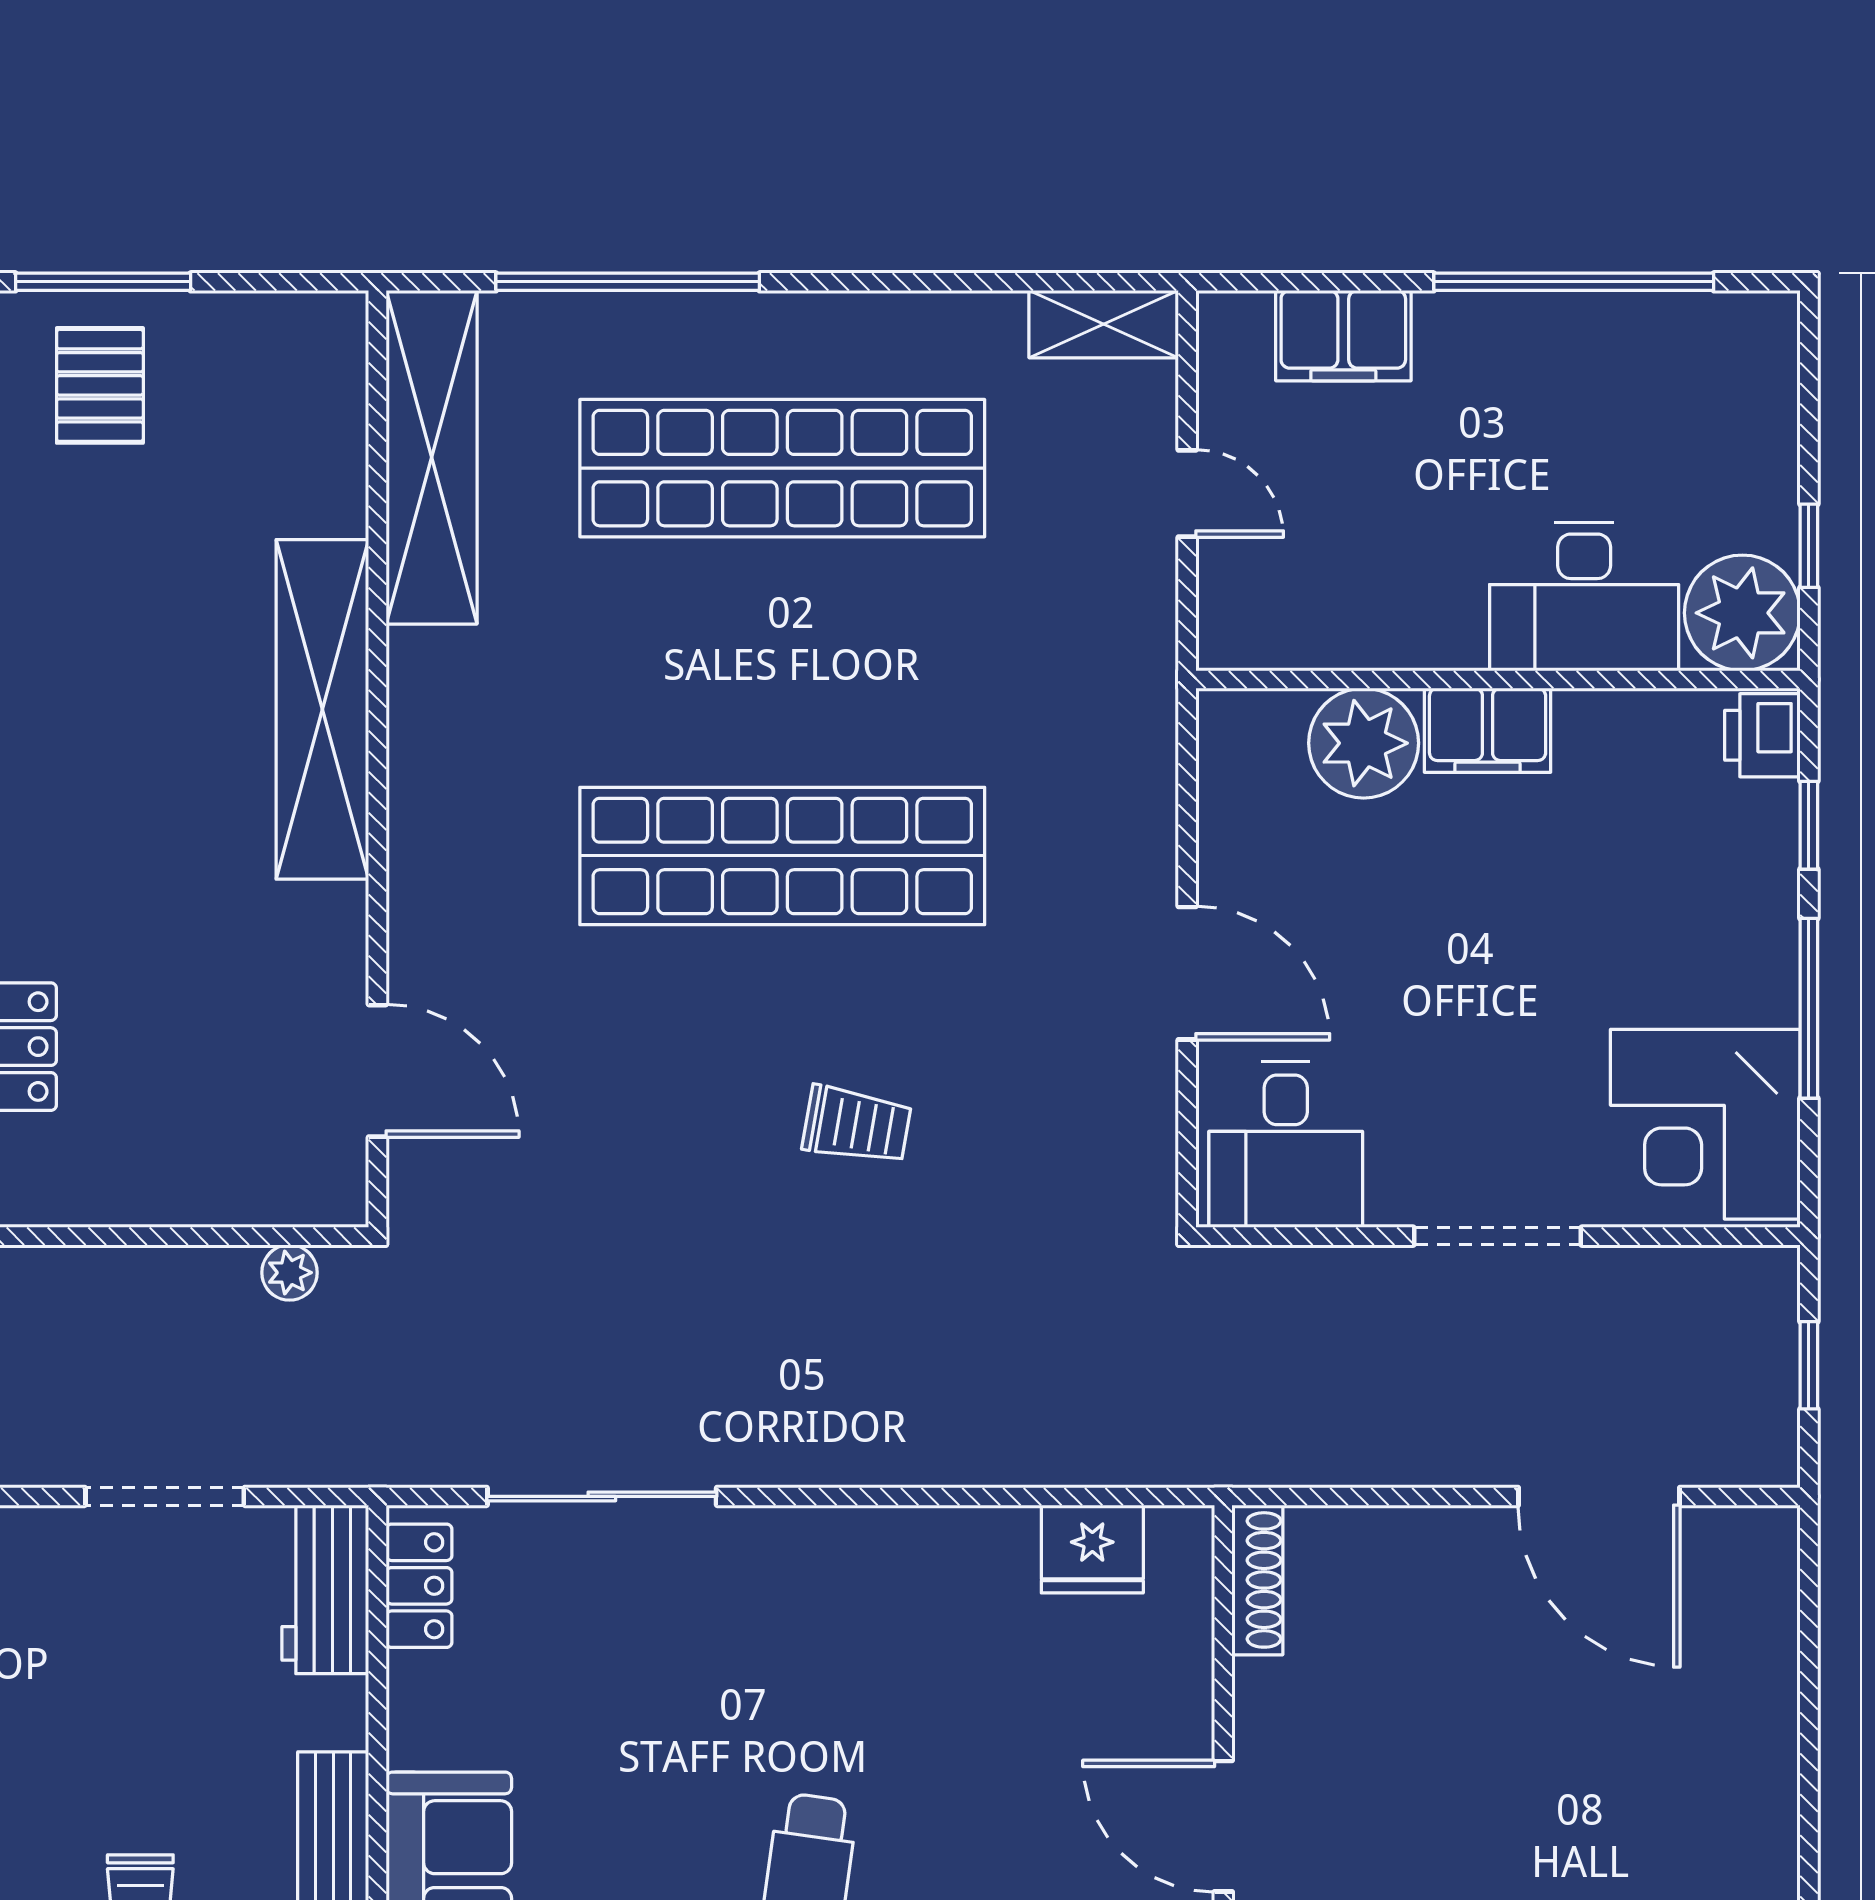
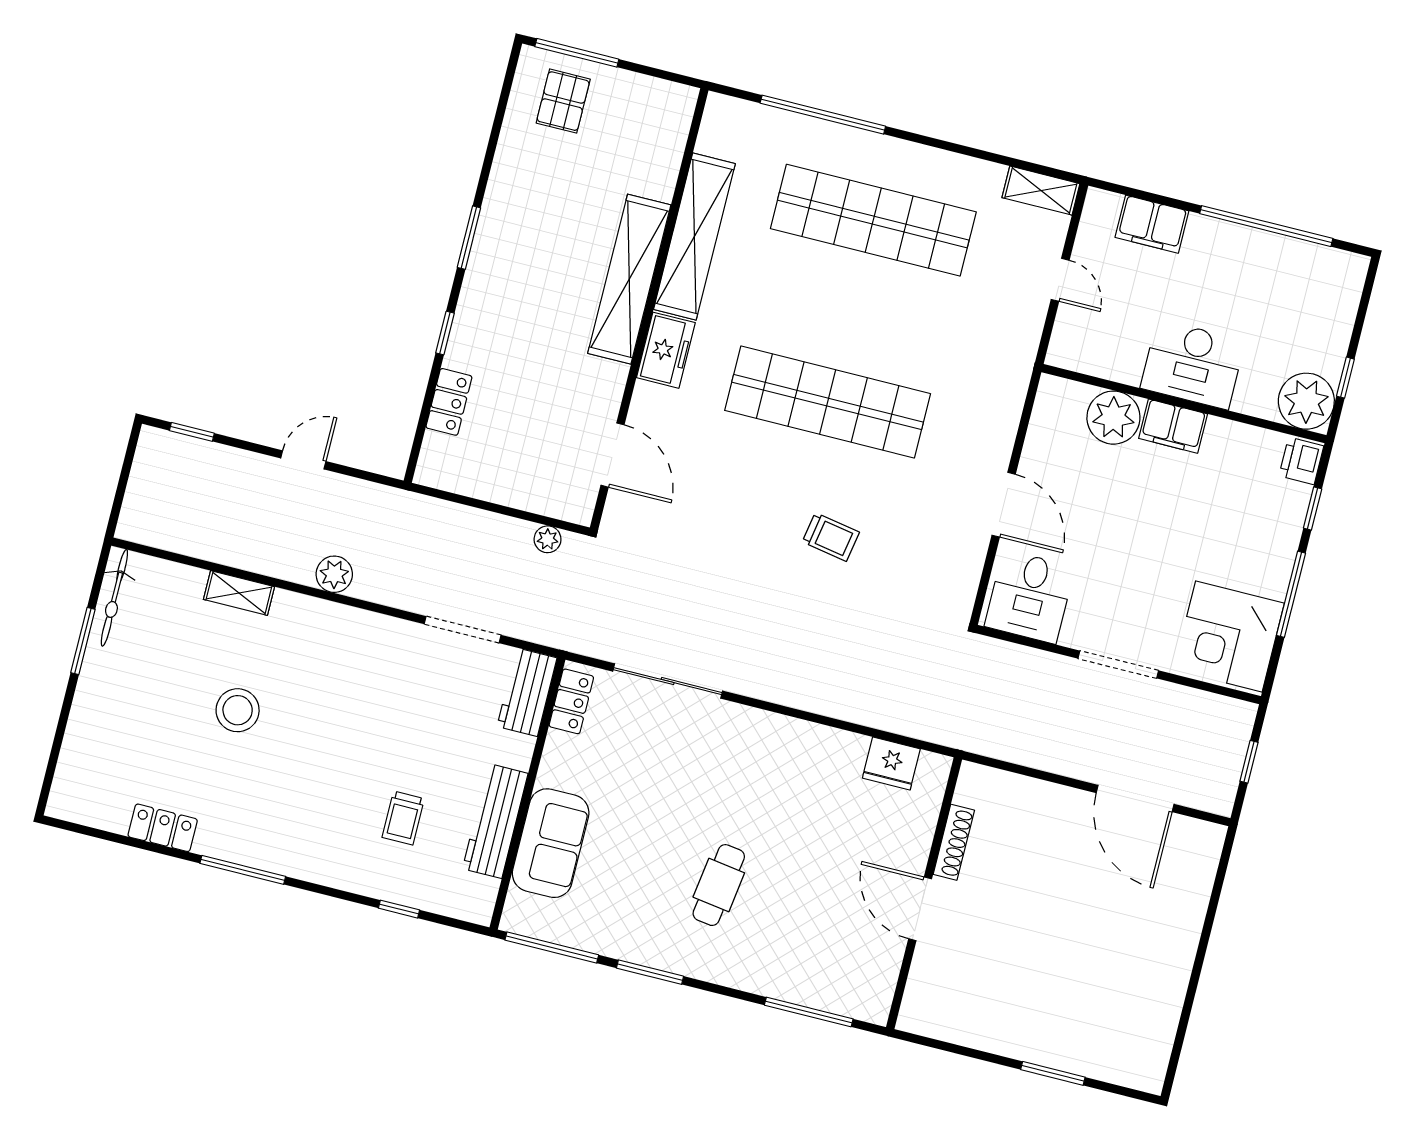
shelving: (432, 457) -> (694, 236), moved
desk: (1584, 596) -> (1193, 364), moved
freezer: (432, 833) -> (666, 350), added
shoe rack: (1257, 1580) -> (954, 842), moved

